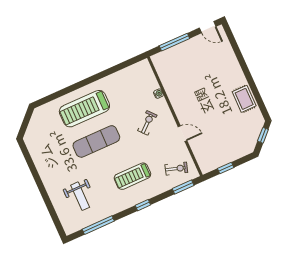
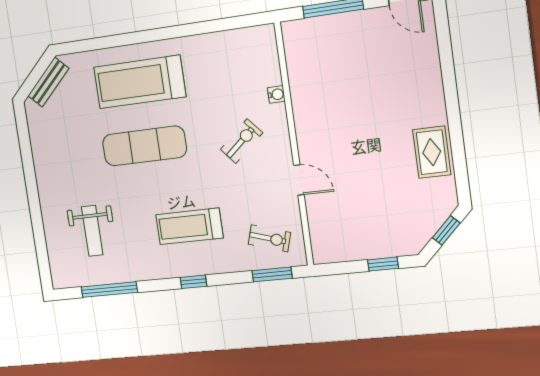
bench: (34, 124) -> (48, 82), added
window: (226, 168) -> (383, 264), moved

